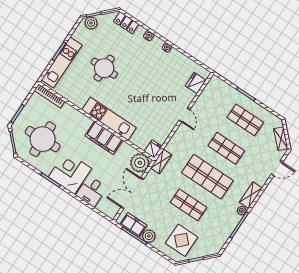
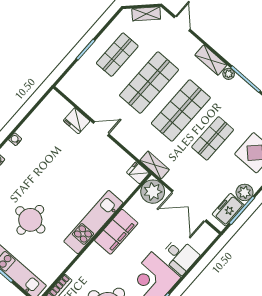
fridge: (196, 83) -> (77, 121), moved
shop shelf: (226, 148) -> (149, 83), width x1.43, depth x1.36

